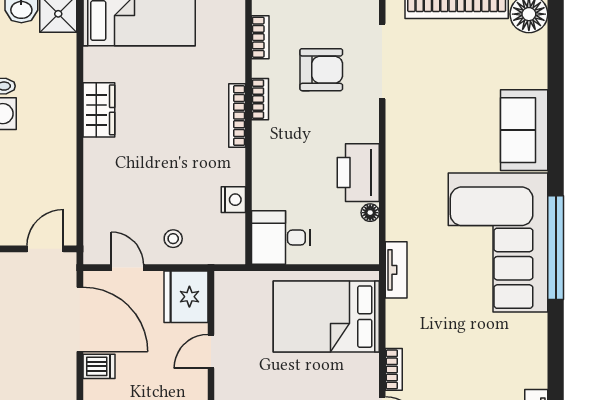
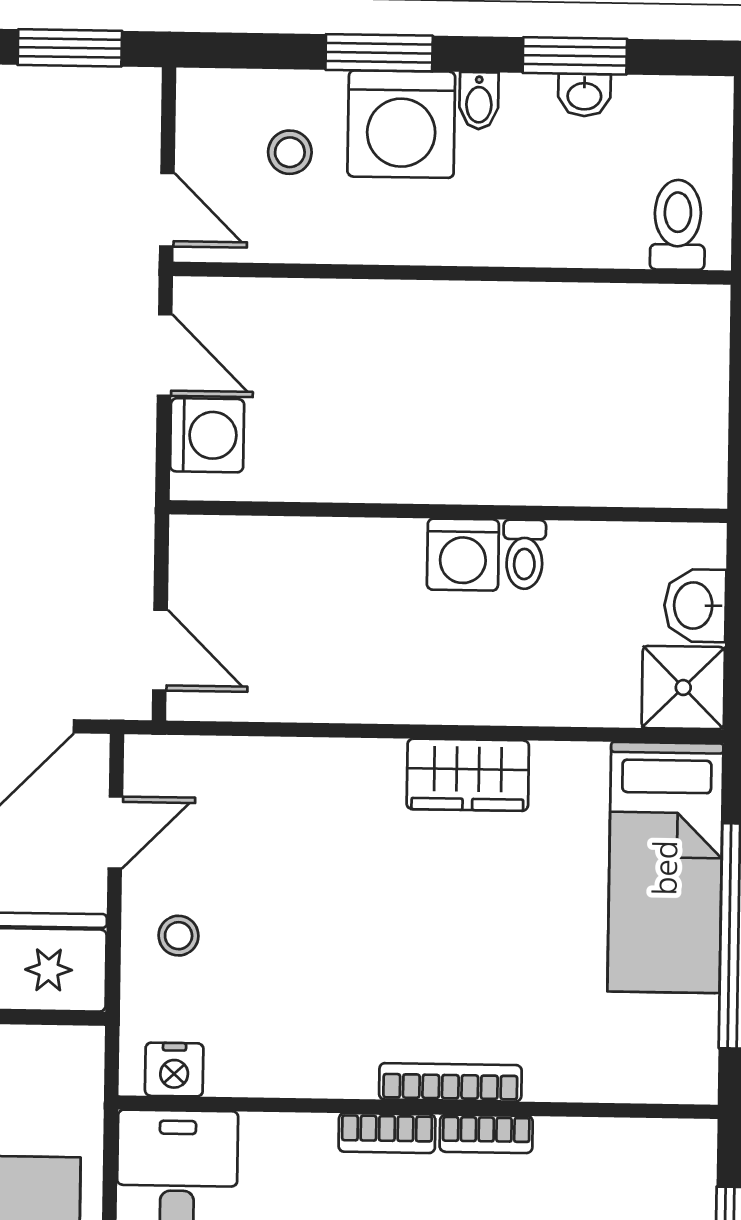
bookcase: (260, 37) -> (387, 1133), moved
nightstand: (233, 200) -> (174, 1070), moved

